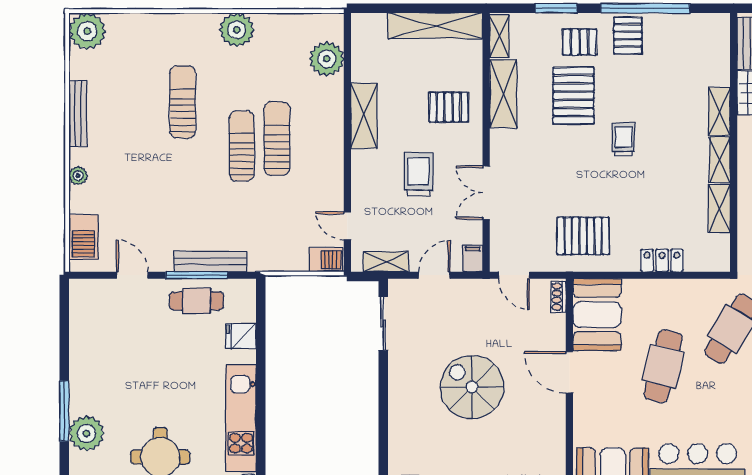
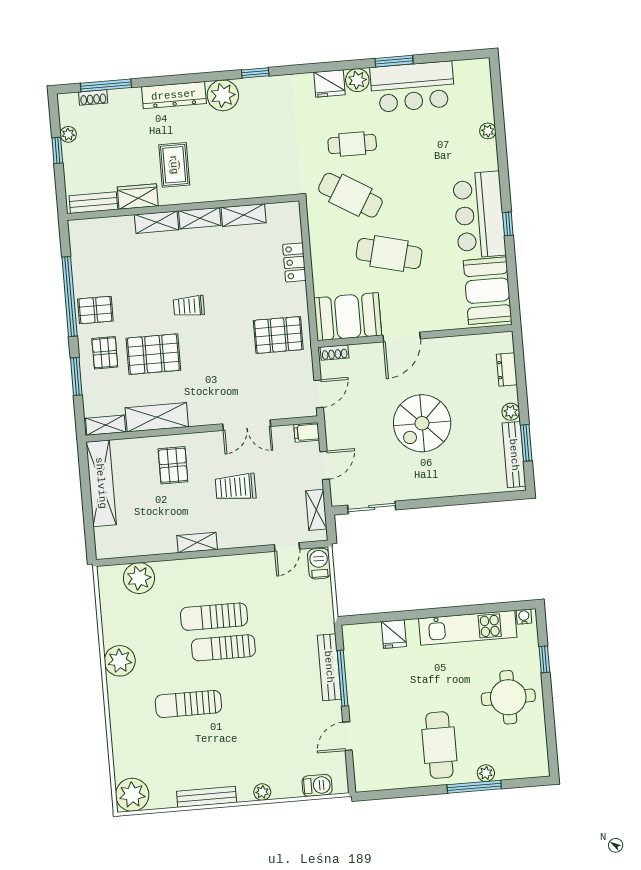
shelving: (364, 116) -> (197, 543), width x0.67, depth x0.75
pallet: (583, 236) -> (278, 335), turned 90
barbecue: (83, 237) -> (317, 785), width x0.73, depth x0.79
door: (434, 275) -> (325, 465), swing flipped
cafe table: (196, 301) -> (439, 745), moved, width x1.37, depth x1.35
plant: (86, 433) -> (486, 773), width x0.53, depth x0.53

